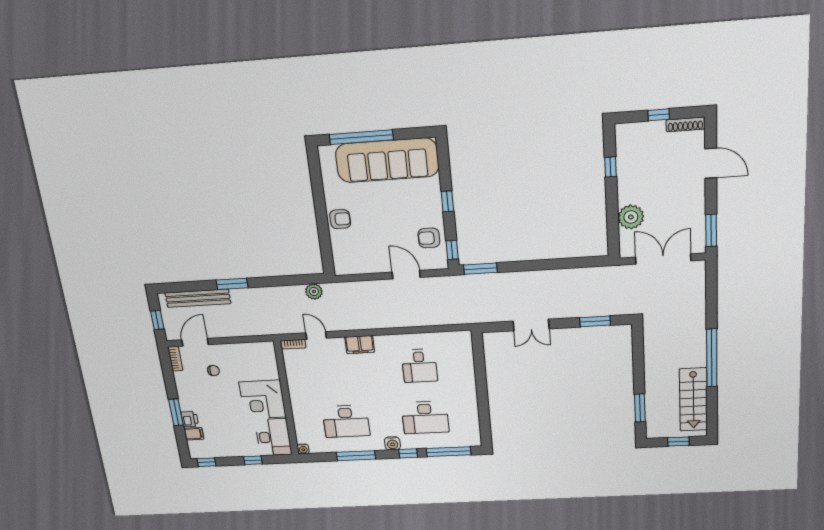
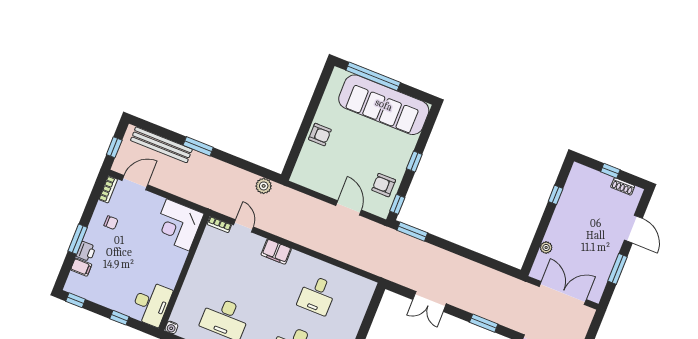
shoe rack: (685, 124) -> (623, 186), width x0.70
plant: (631, 217) -> (546, 248), width x0.53, depth x0.53
window: (711, 230) -> (618, 269), moved
chair: (213, 371) -> (111, 223), moved
corner desk: (263, 400) -> (178, 225), moved

